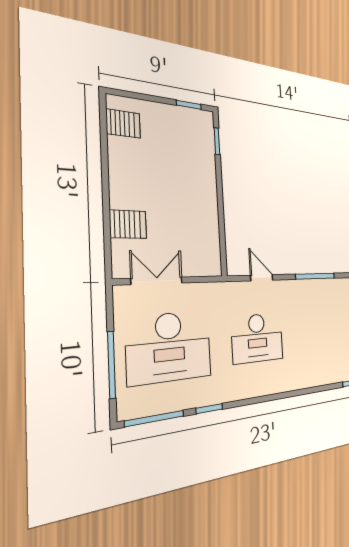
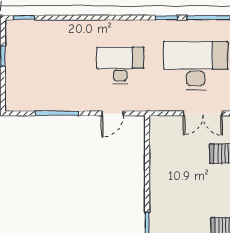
door: (262, 278) -> (112, 113), hinge flipped

